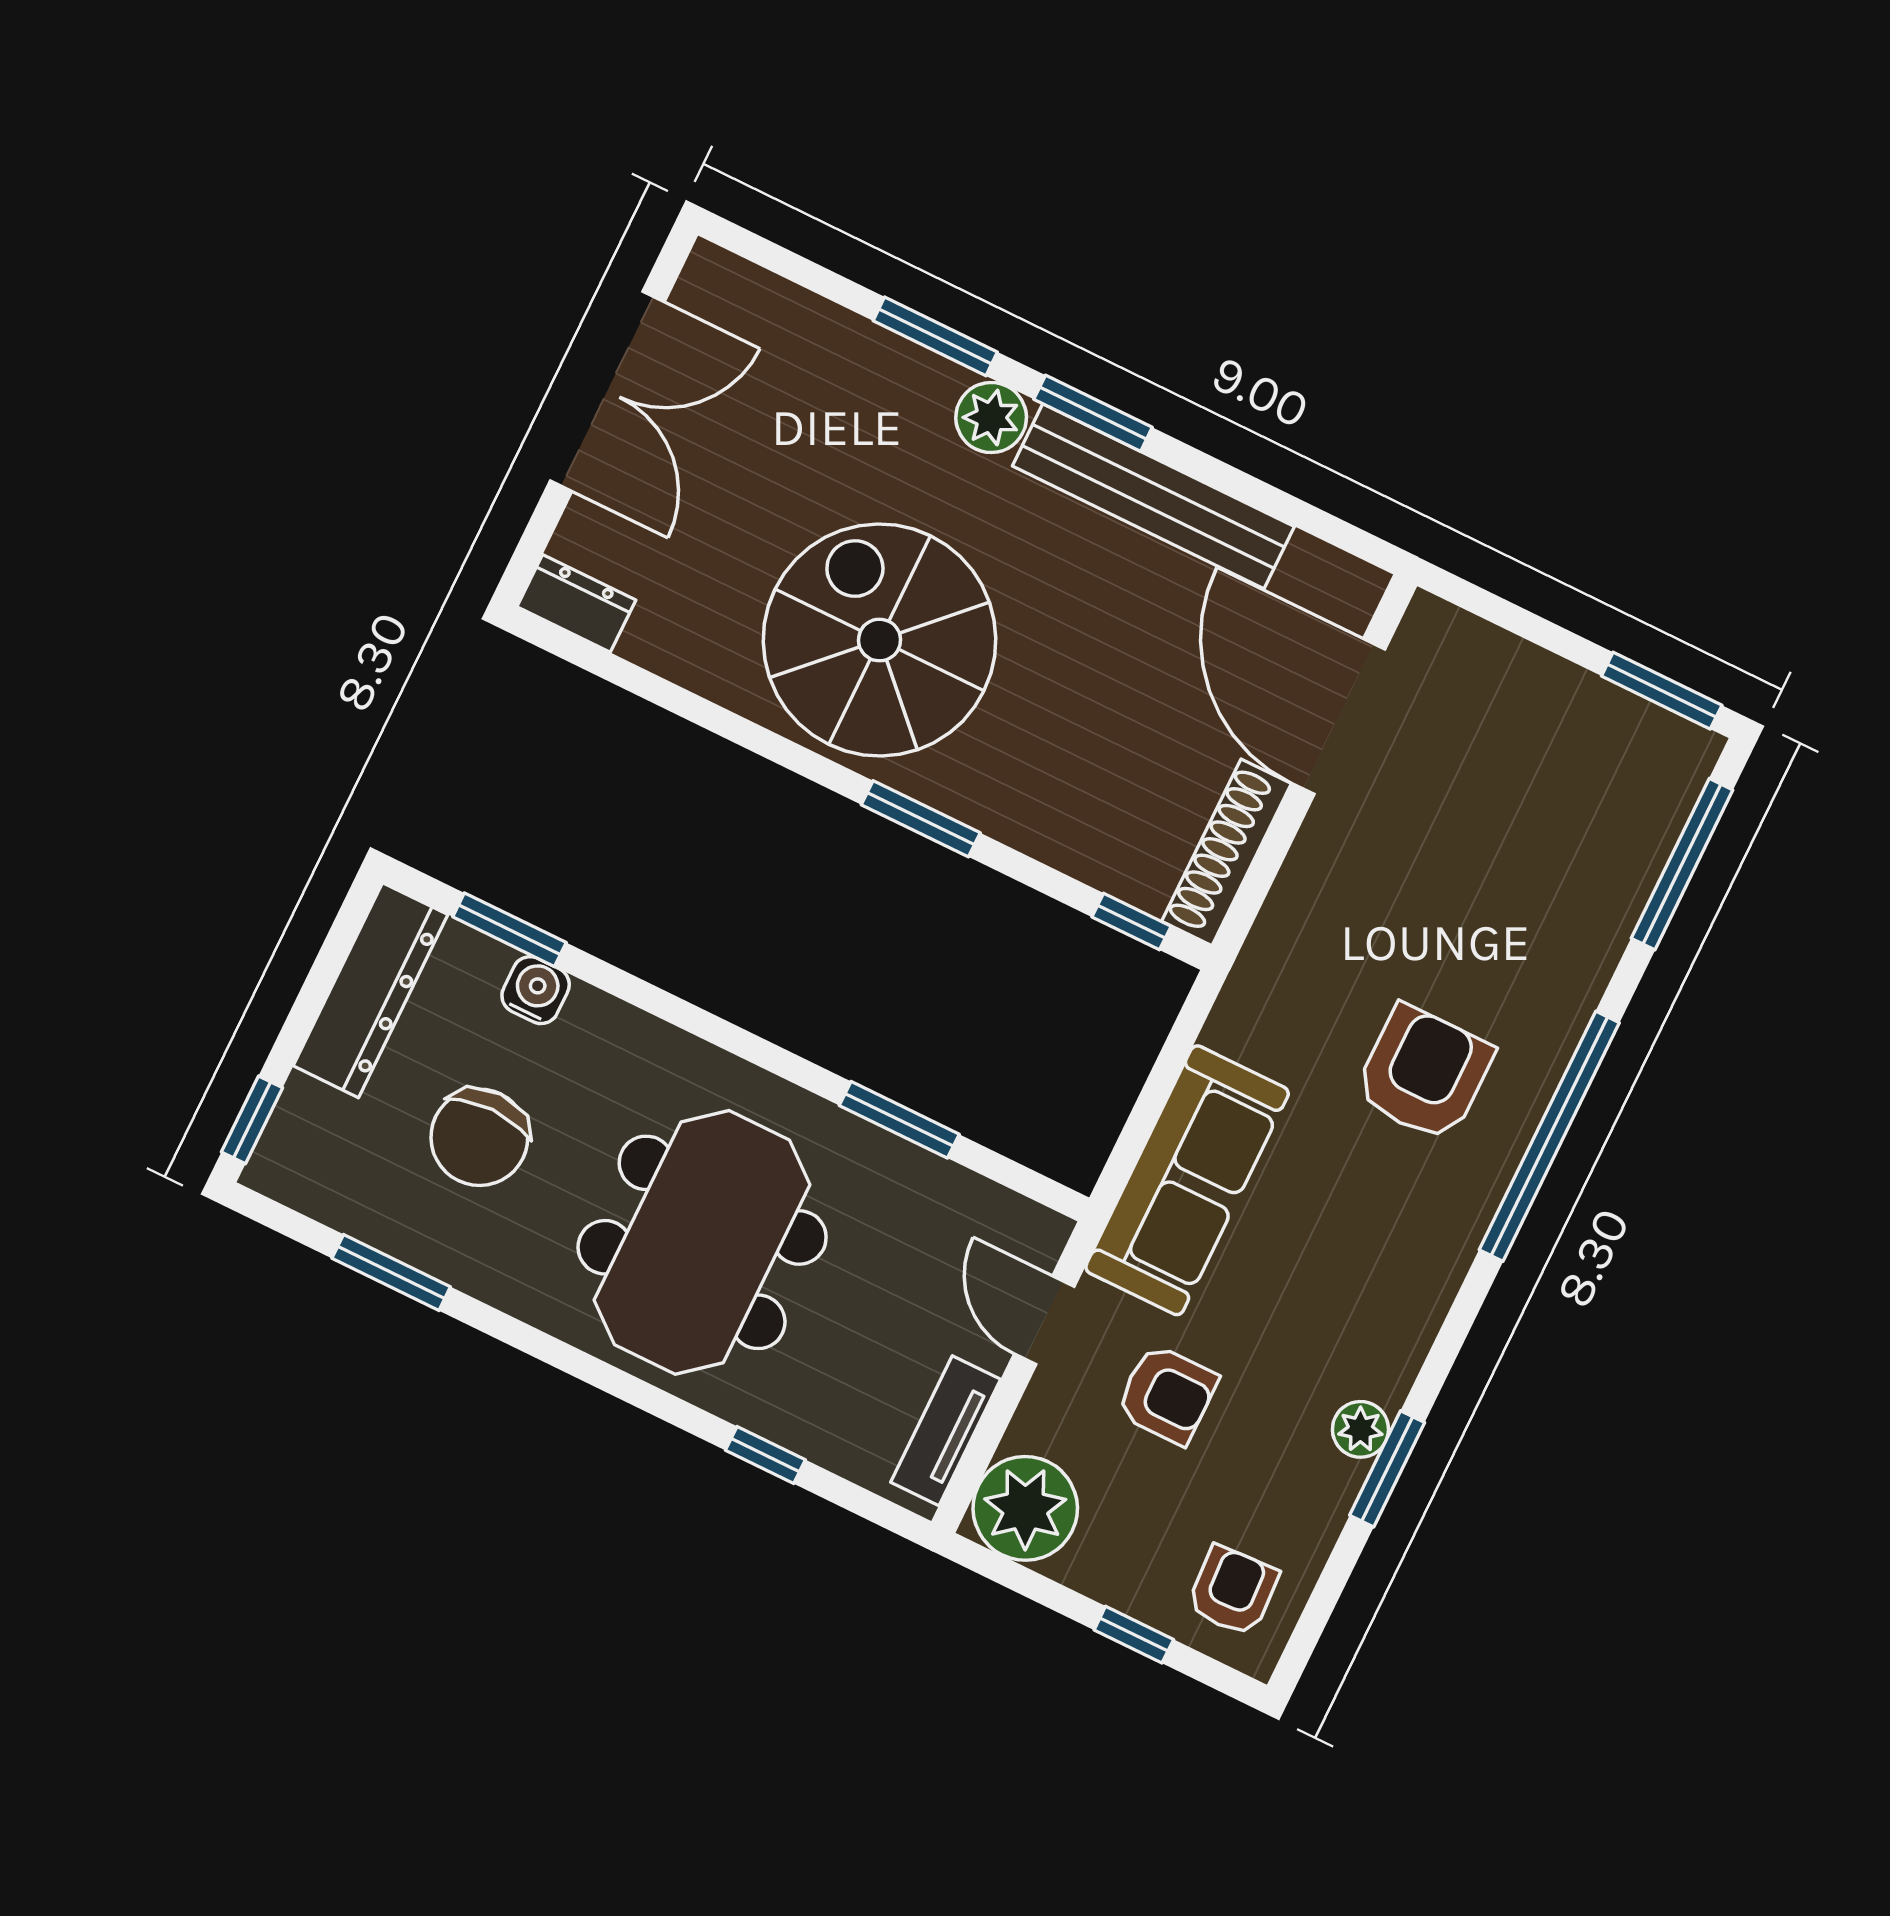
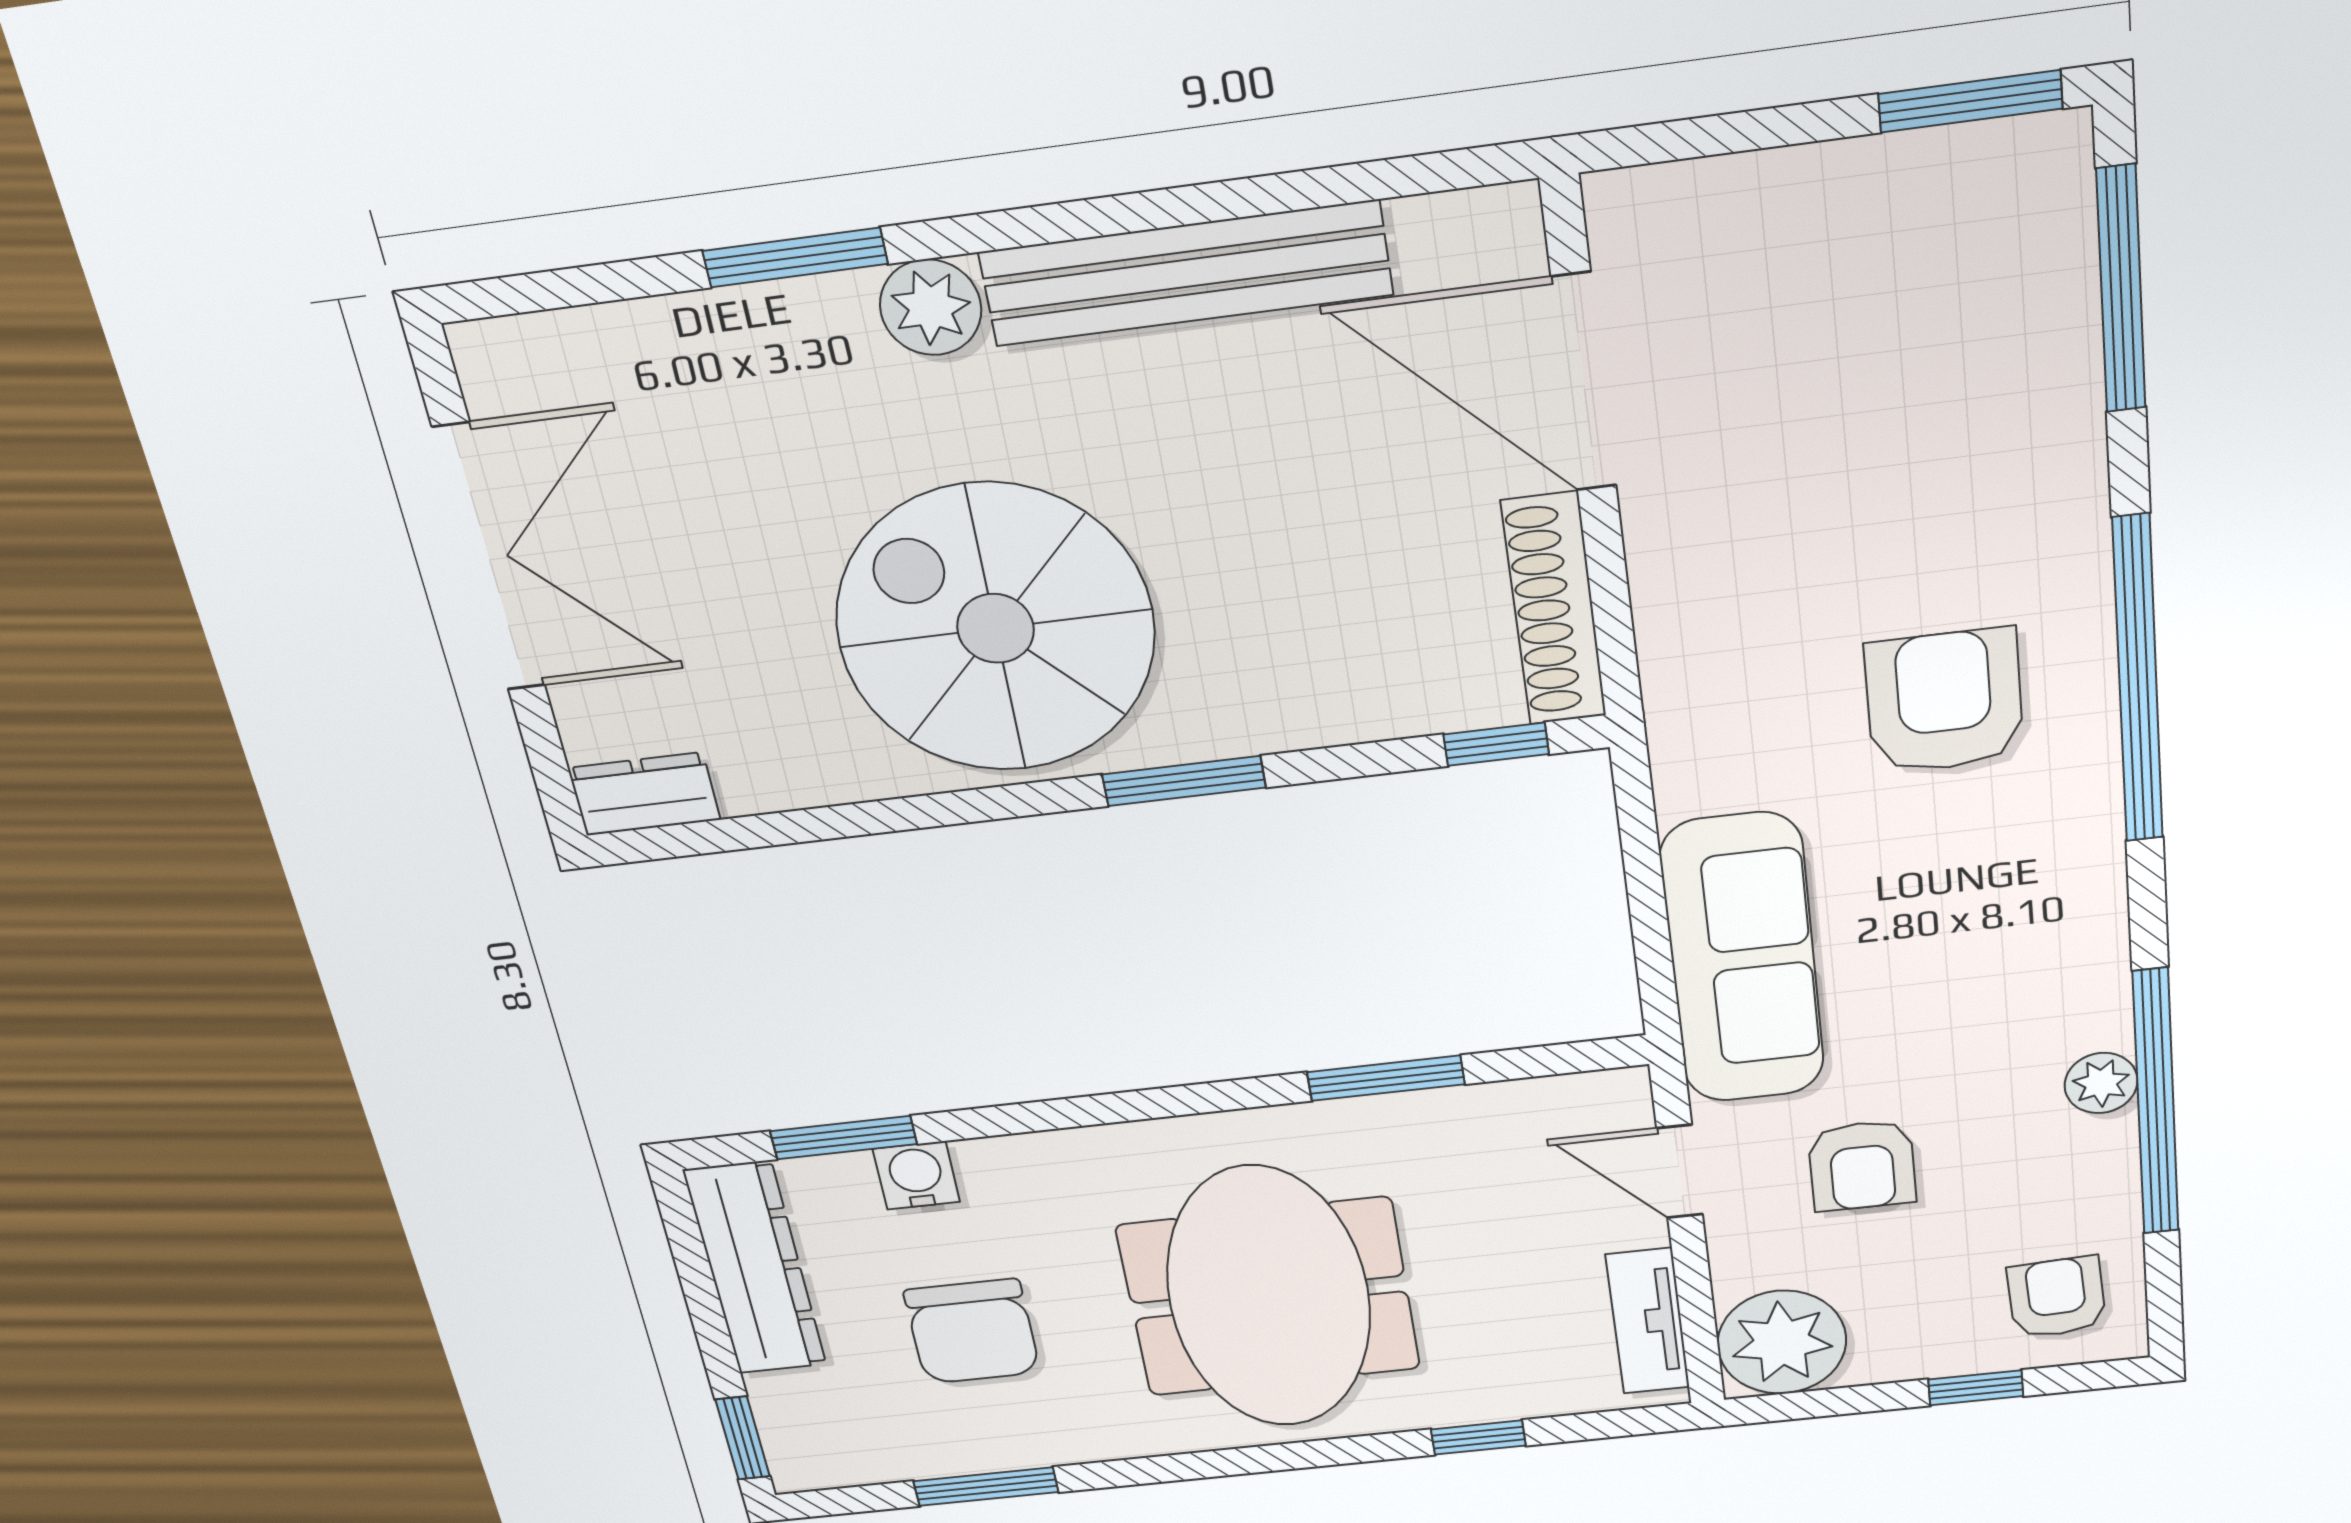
window: (1093, 413) -> (1044, 224), removed
armchair: (1167, 1394) -> (1862, 1166), turned 90
window: (1387, 1469) -> (2156, 1103), width x2.11

